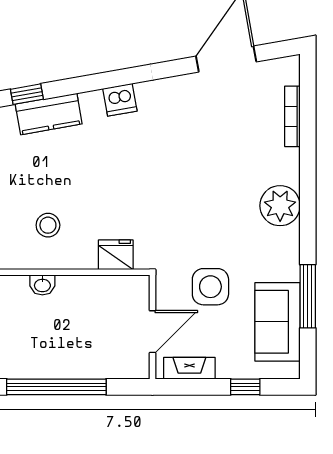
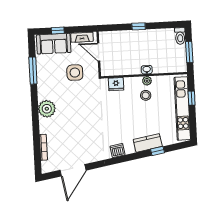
plant: (43, 259) -> (147, 81), added
sofa: (277, 322) -> (54, 44), moved, turned 90
door: (152, 332) -> (99, 52), hinge flipped
window: (56, 387) -> (139, 26), width x0.32

